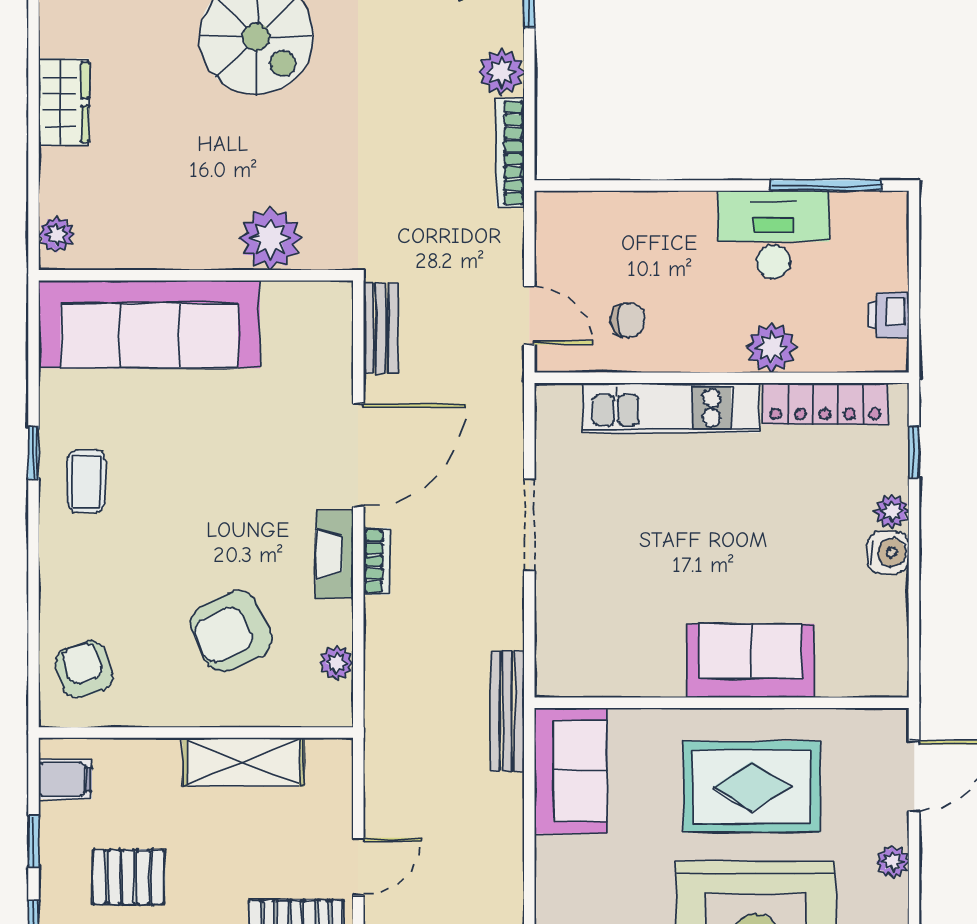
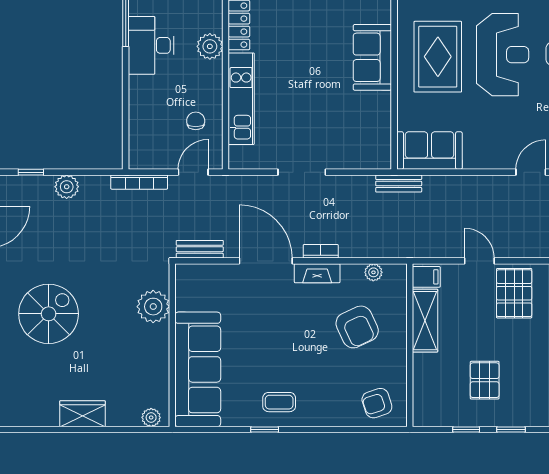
bookcase: (510, 153) -> (139, 182), moved
bench: (507, 711) -> (399, 184), width x0.73
filing cabinet: (65, 779) -> (426, 277), moved, turned 90

